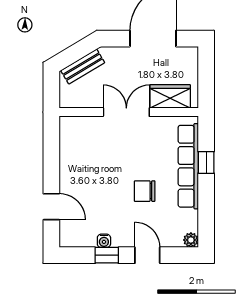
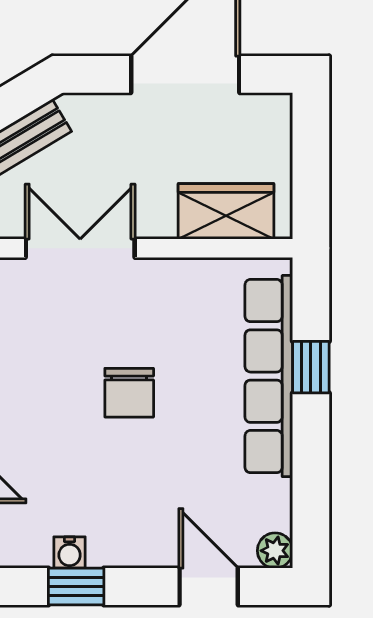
double door: (126, 112) -> (80, 248), moved
chair: (145, 191) -> (129, 393), moved, turned -90
door: (147, 255) -> (209, 586), moved

